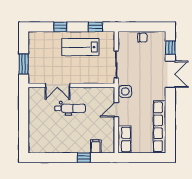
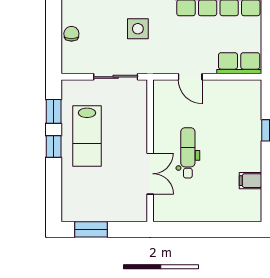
window: (60, 27) -> (54, 146), moved
window: (24, 64) -> (91, 229), moved
side table: (125, 91) -> (138, 29), moved
filing cabinet: (96, 146) -> (250, 181), moved

